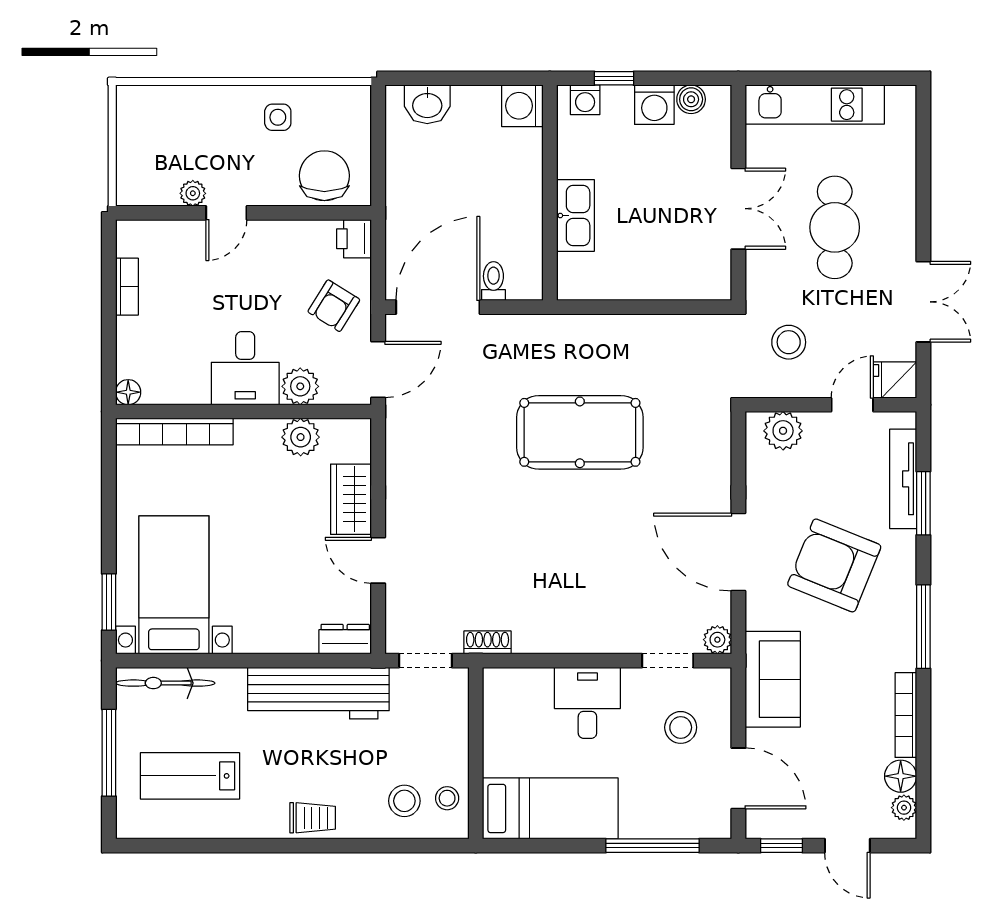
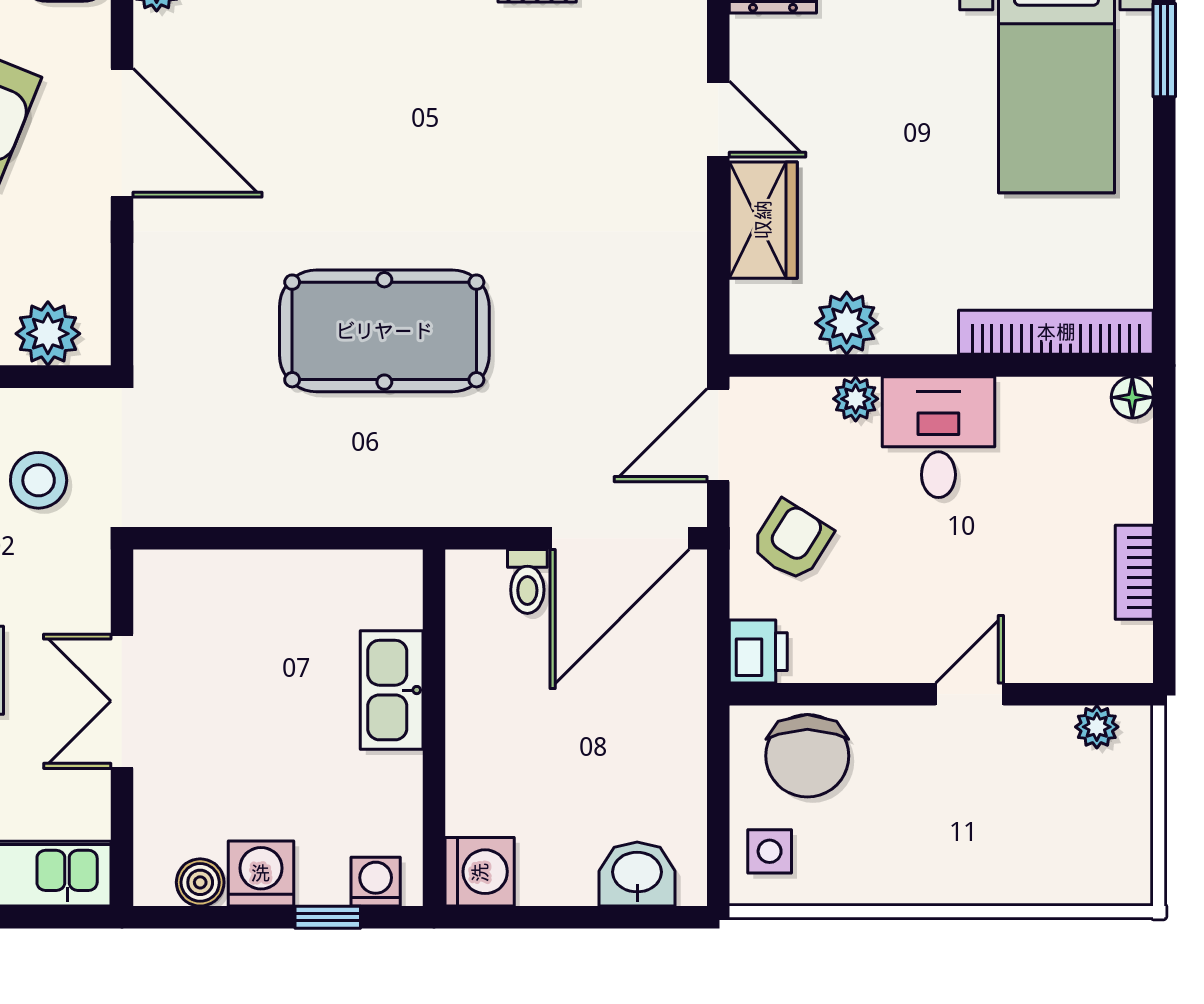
side table: (278, 117) -> (770, 851), moved
plant: (193, 193) -> (1097, 727), moved
plant: (300, 386) -> (856, 399), width x0.73, depth x0.73

